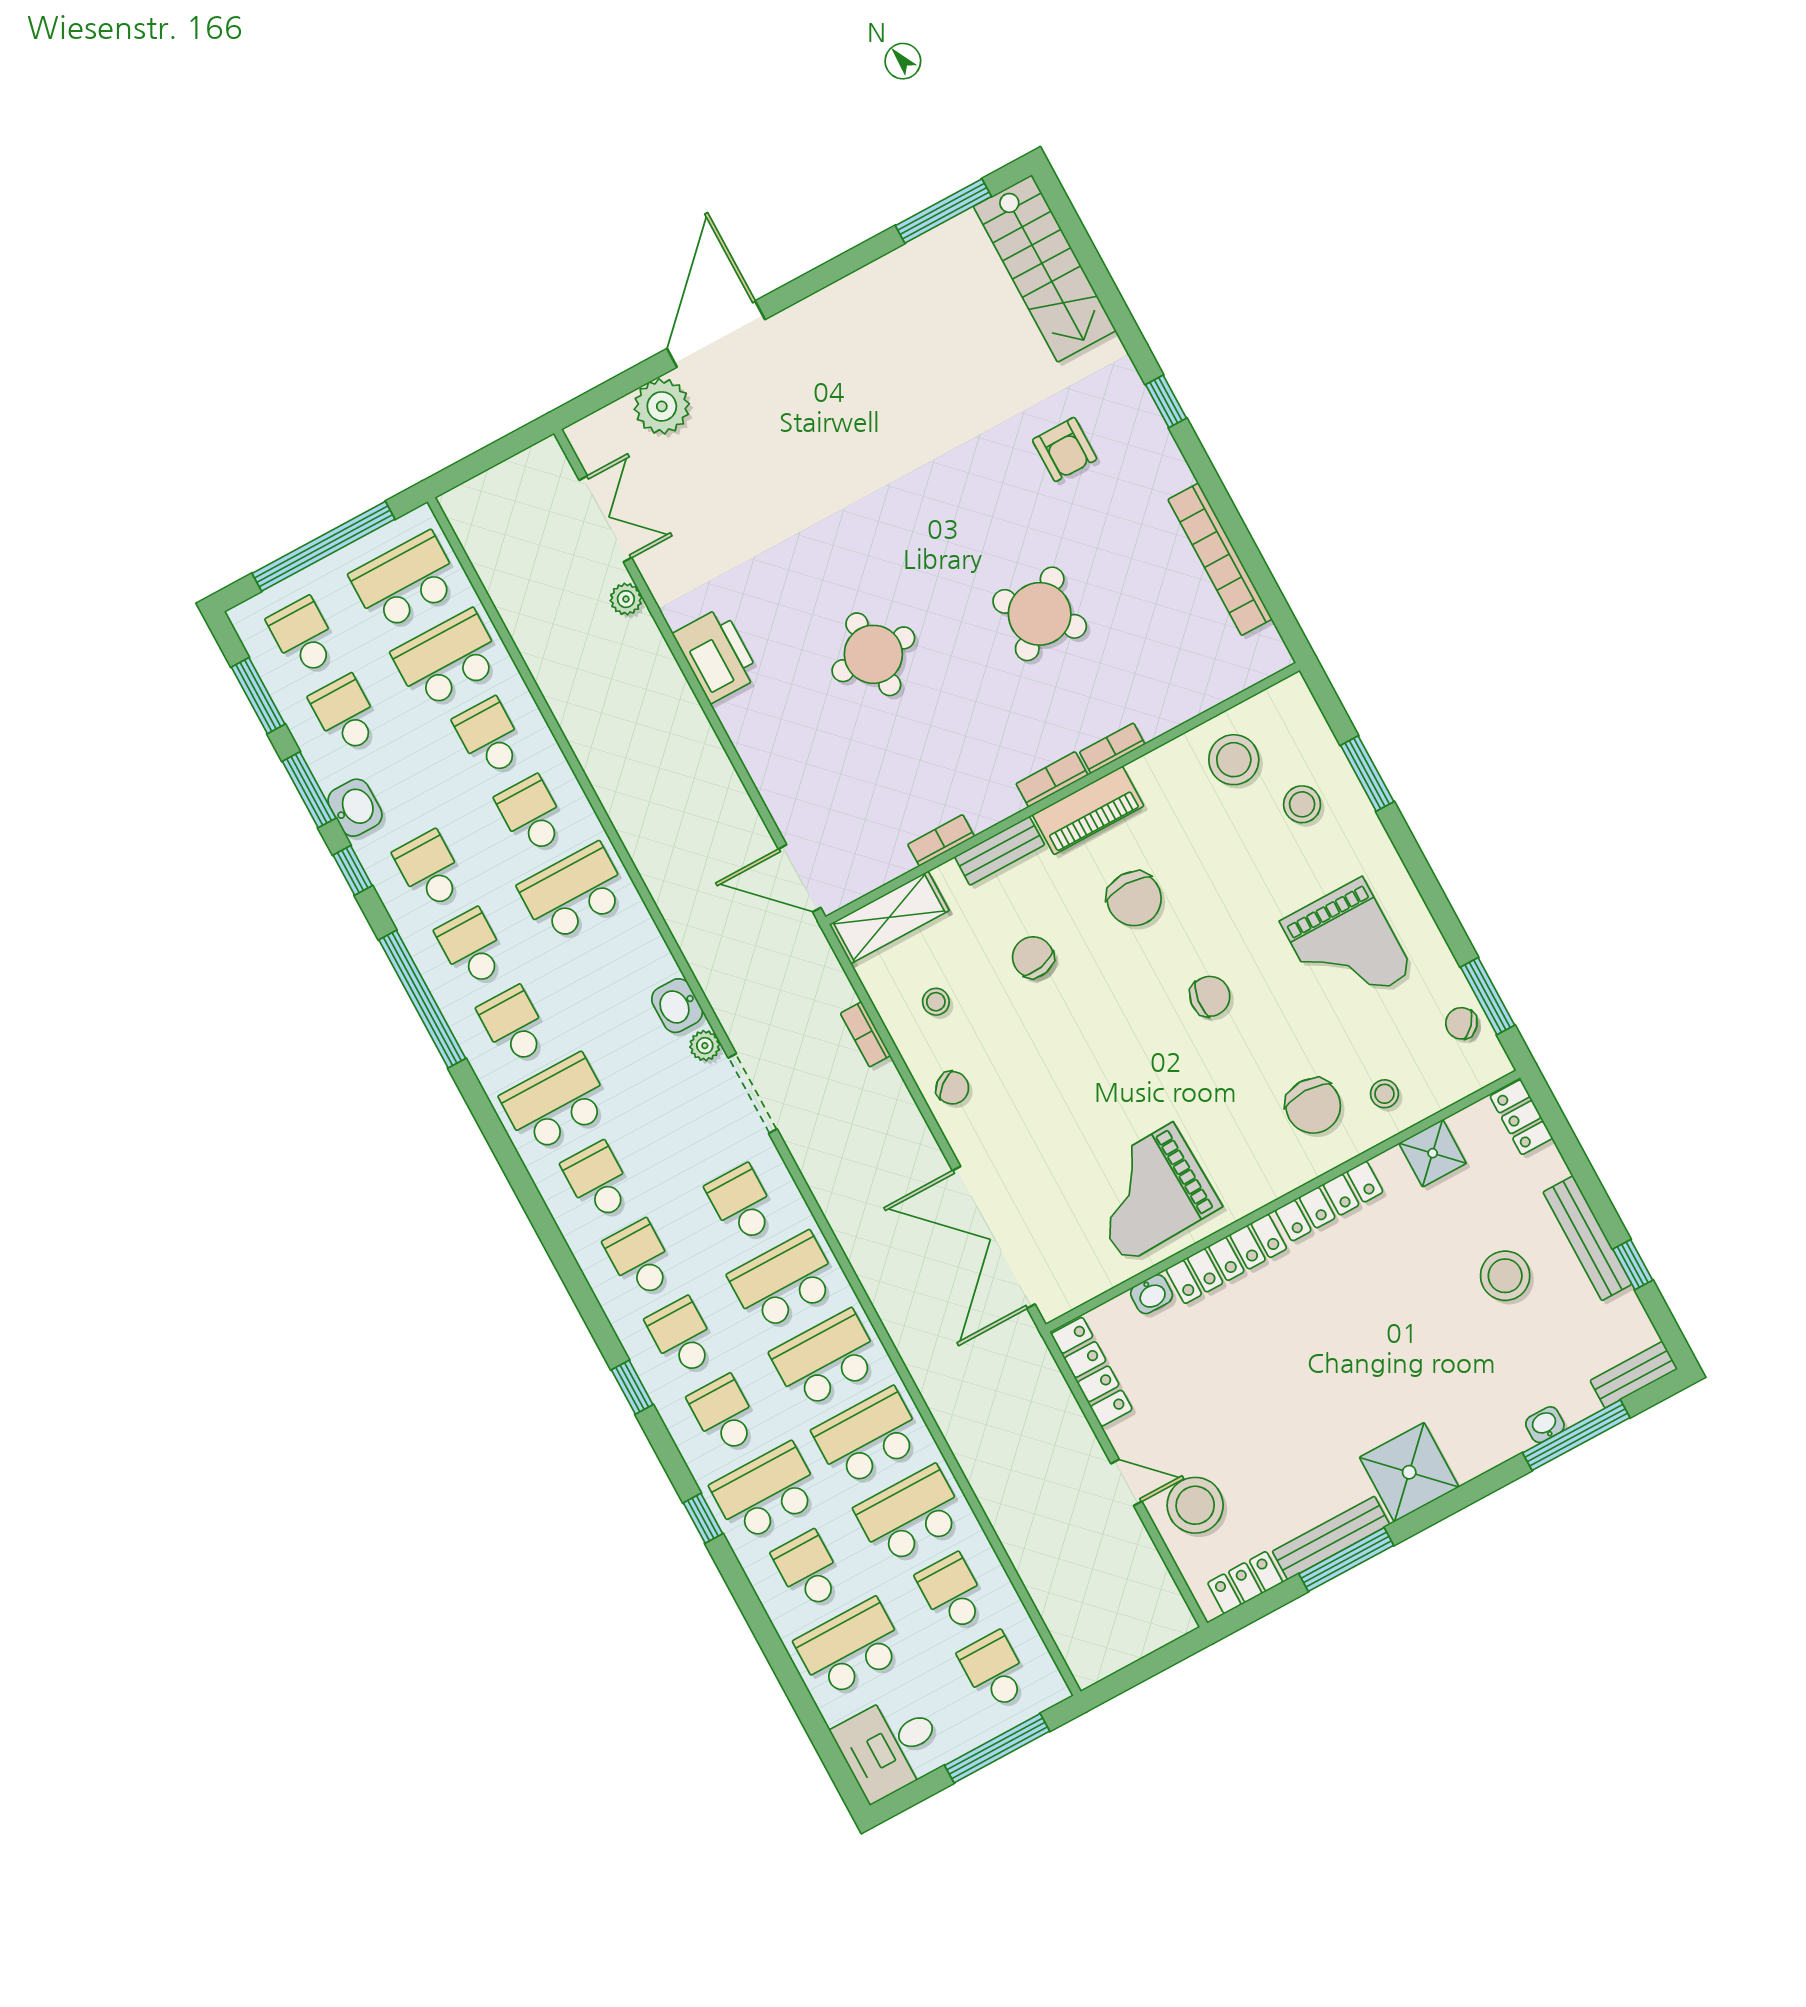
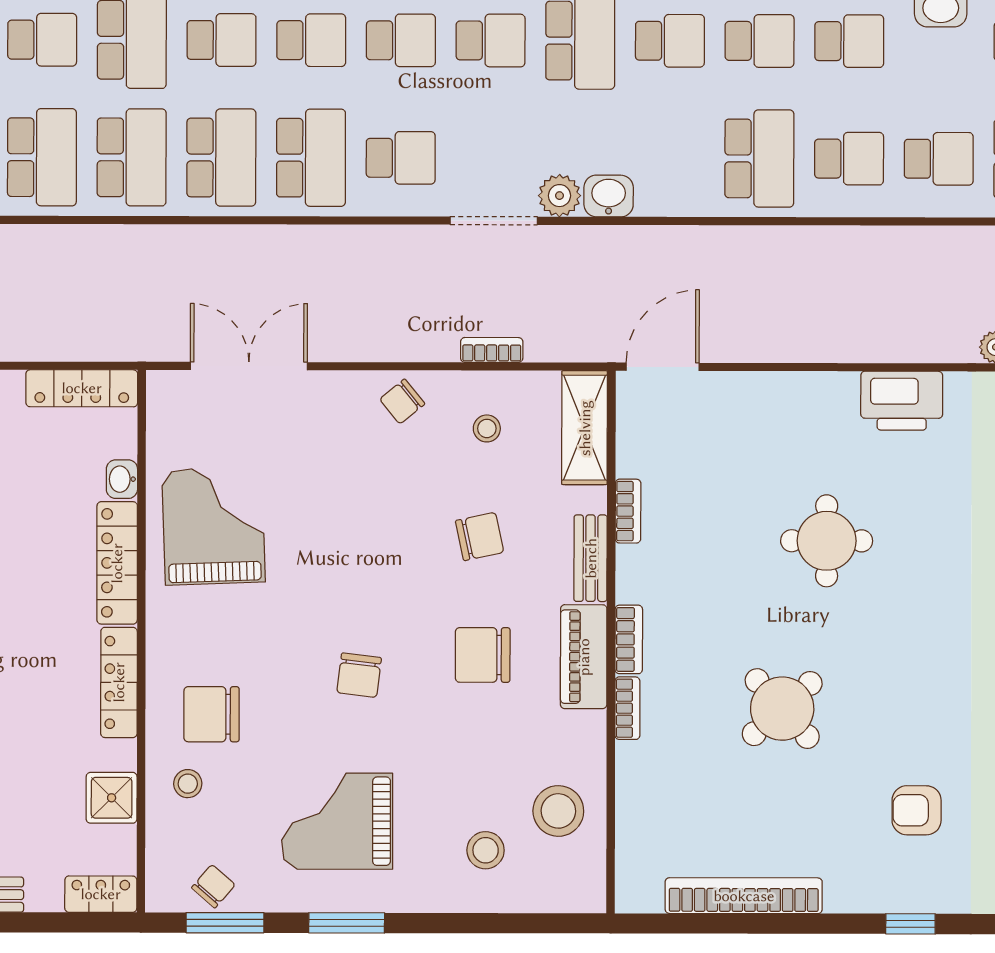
window: (1367, 774) -> (347, 923), moved
plant: (705, 1046) -> (559, 196), width x1.38, depth x1.38
double door: (994, 1237) -> (249, 366), width x0.73

